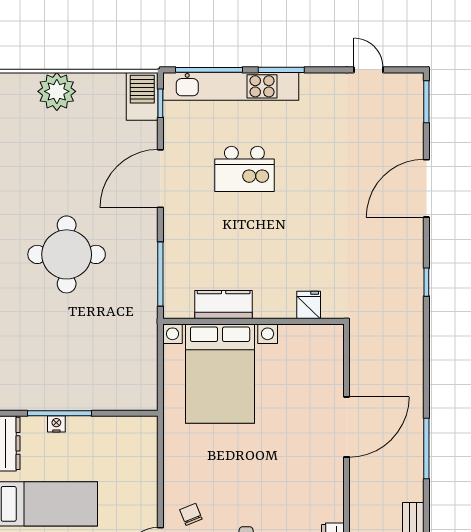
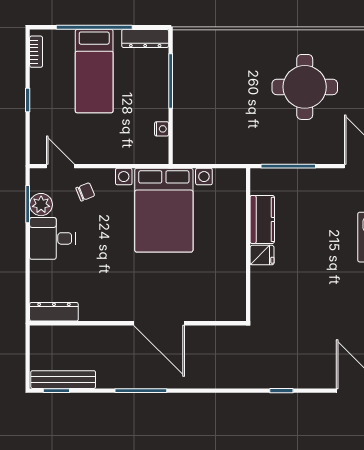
fridge: (309, 305) -> (262, 255), moved
bed with nightstands: (220, 374) -> (164, 210), moved, turned -90
nightstand: (56, 424) -> (162, 129), moved

